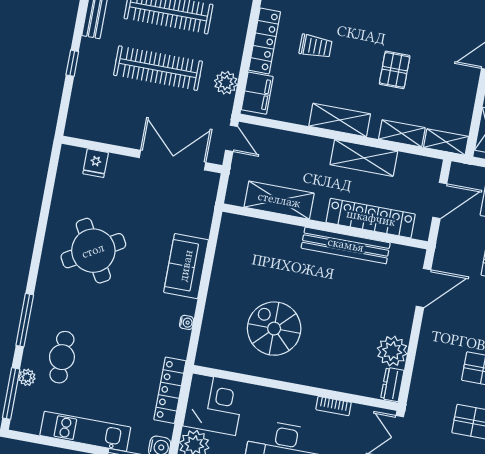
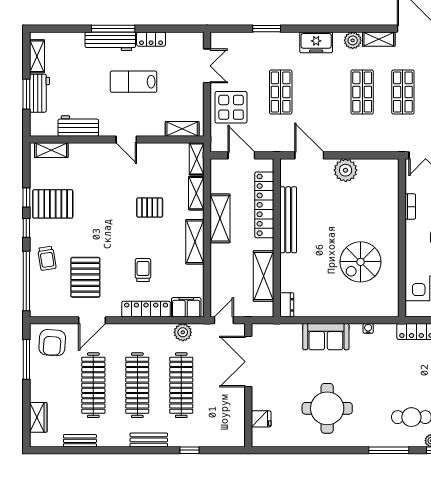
round table: (93, 251) -> (327, 408), turned 30
plant: (392, 351) -> (346, 170), moved
dresser: (392, 384) -> (287, 305), moved, turned -90

